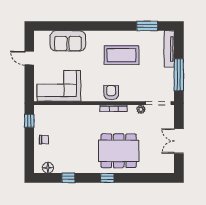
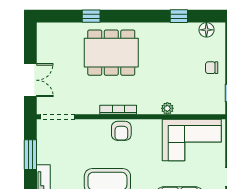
window: (179, 75) -> (30, 155), width x0.69
plant: (141, 109) -> (167, 108), moved
double door: (179, 141) -> (30, 80), moved
window: (107, 178) -> (91, 16), moved

